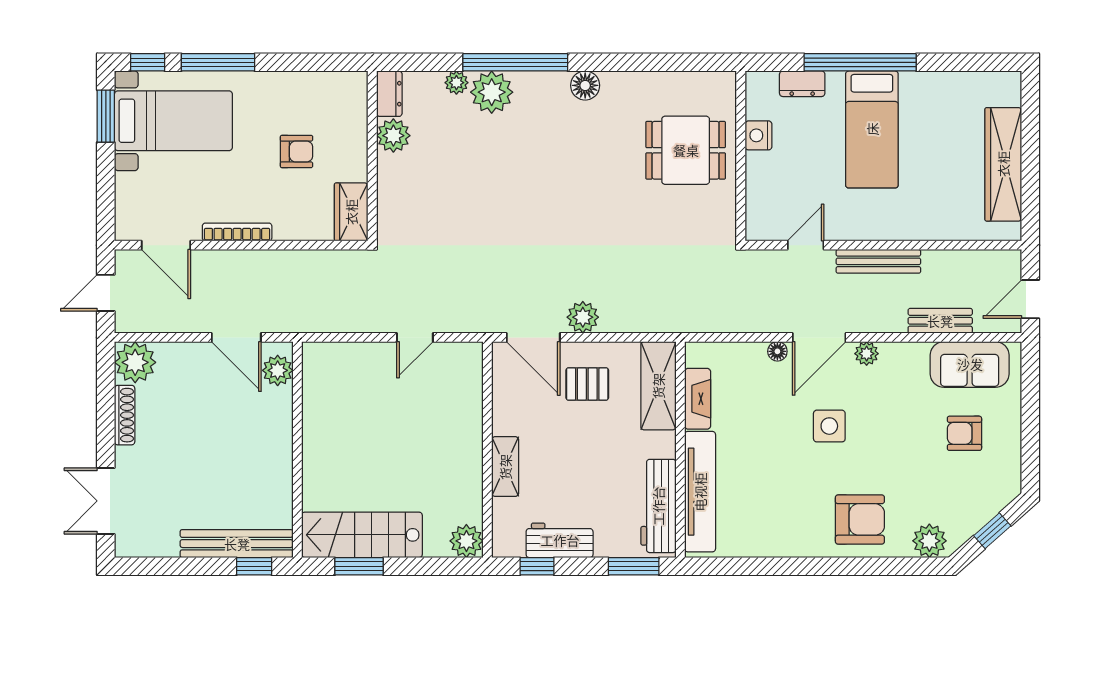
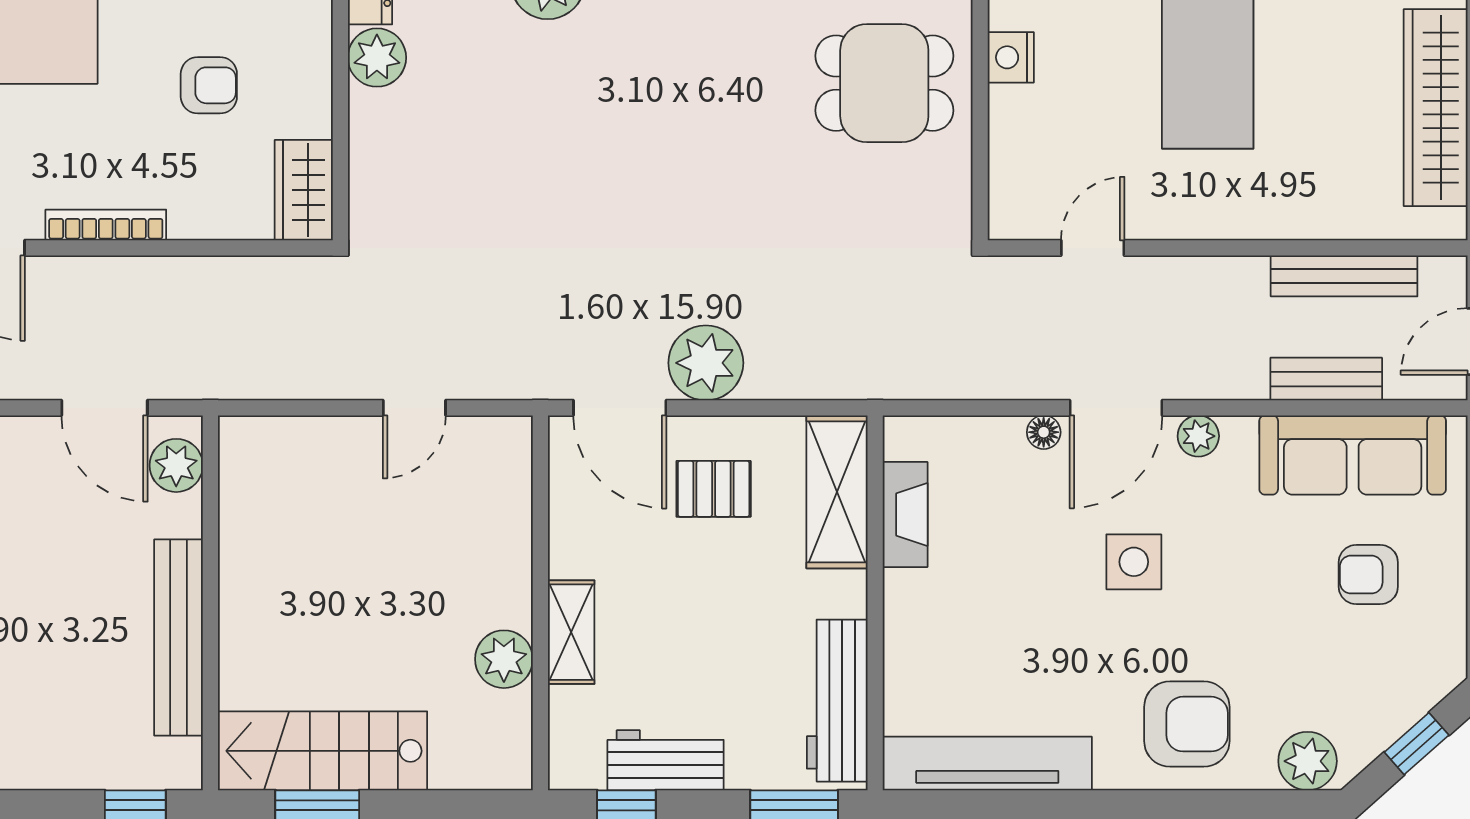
bench: (878, 261) -> (1344, 276), moved
plant: (583, 317) -> (706, 363), width x1.36, depth x1.36
sofa: (970, 364) -> (1353, 455), width x1.36
tv unit: (700, 492) -> (987, 763), moved, turned -90
plant: (466, 541) -> (504, 659), moved
bench: (237, 544) -> (178, 637), moved, turned 90

